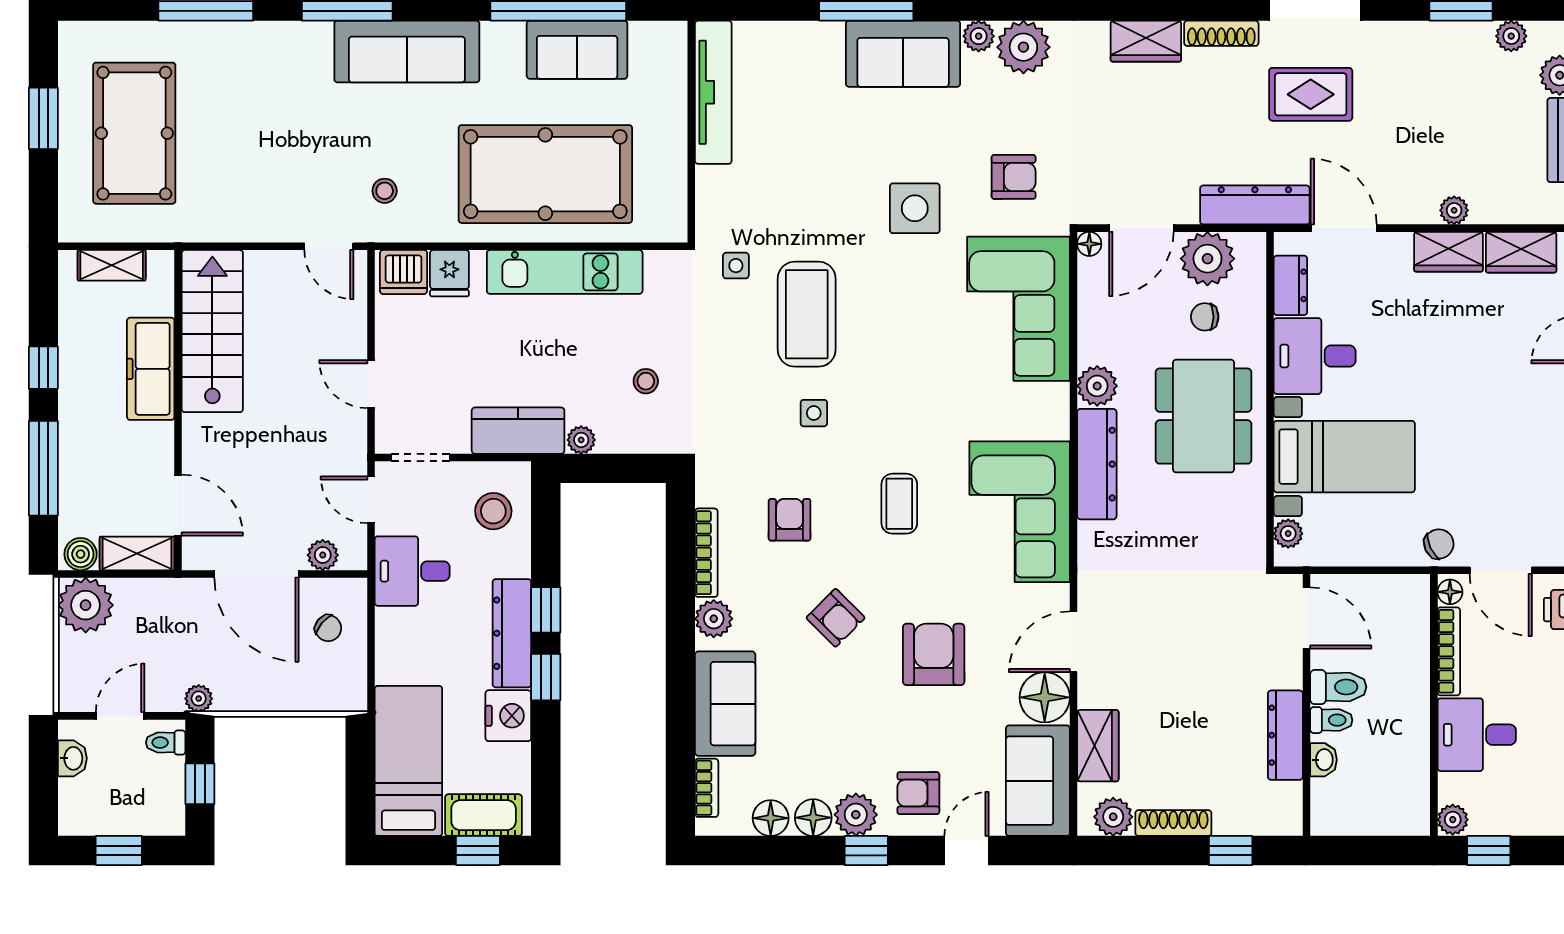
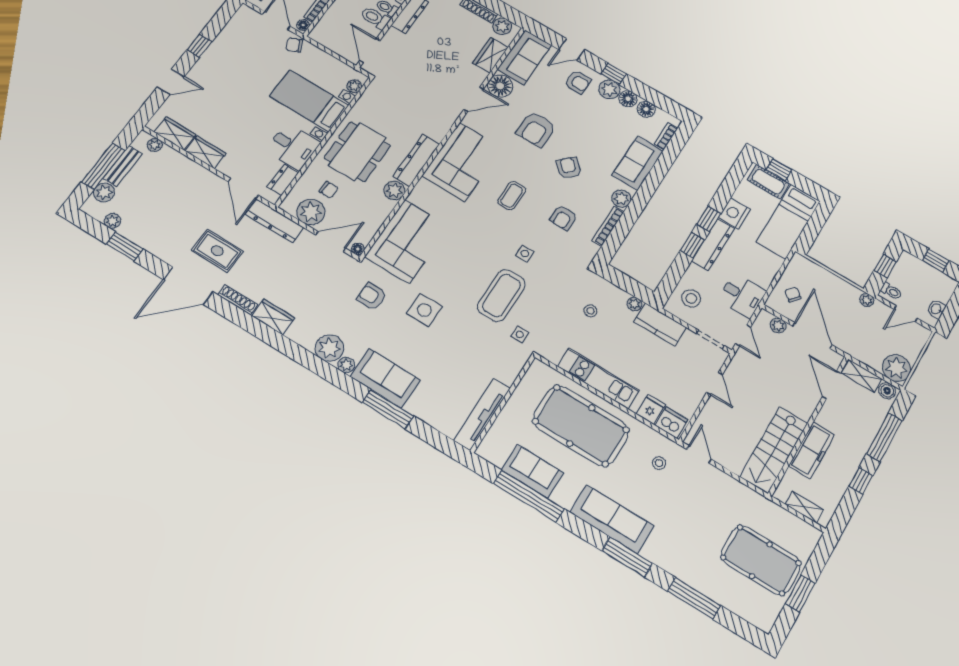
pool table: (134, 133) -> (761, 560), turned 90
plant: (1454, 210) -> (155, 145), moved

